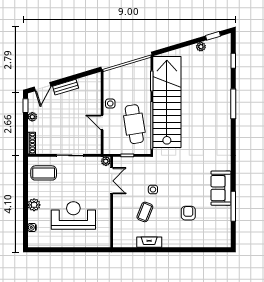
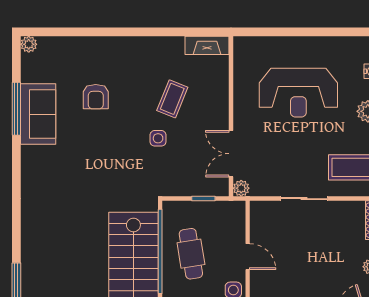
cafe table: (134, 124) -> (191, 254), width x0.73, depth x0.74
sofa: (221, 188) -> (38, 114), moved
fireplace: (149, 242) -> (207, 45), moved
plant: (226, 243) -> (29, 44), added

